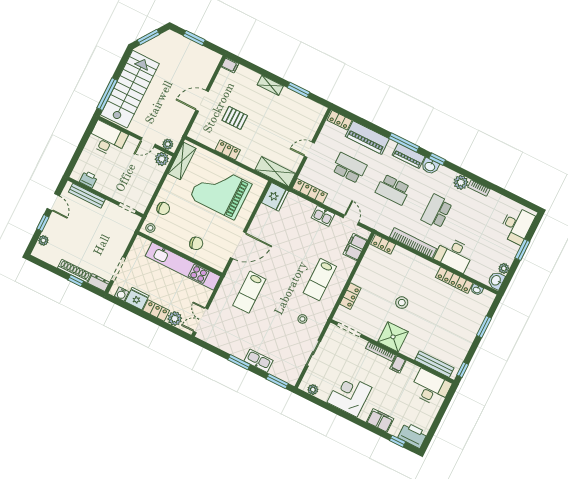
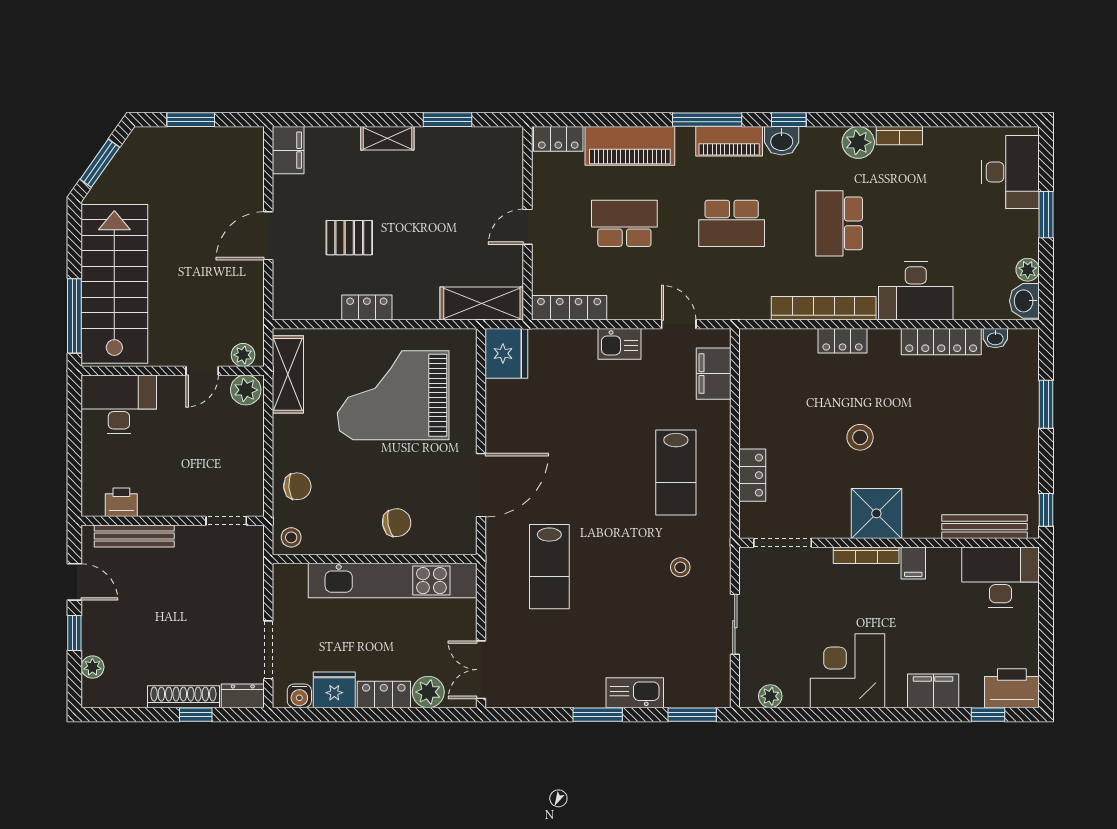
filing cabinet: (230, 65) -> (288, 150), width x2.00
locker: (383, 244) -> (842, 341), moved

